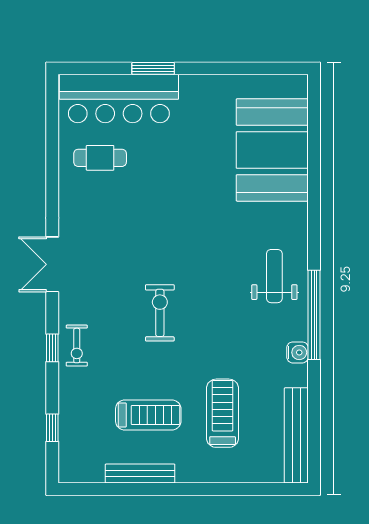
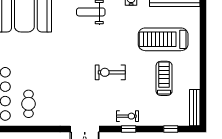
treadmill: (223, 413) -> (163, 39), width x1.37, depth x1.38
bench: (140, 474) -> (195, 108), moved

